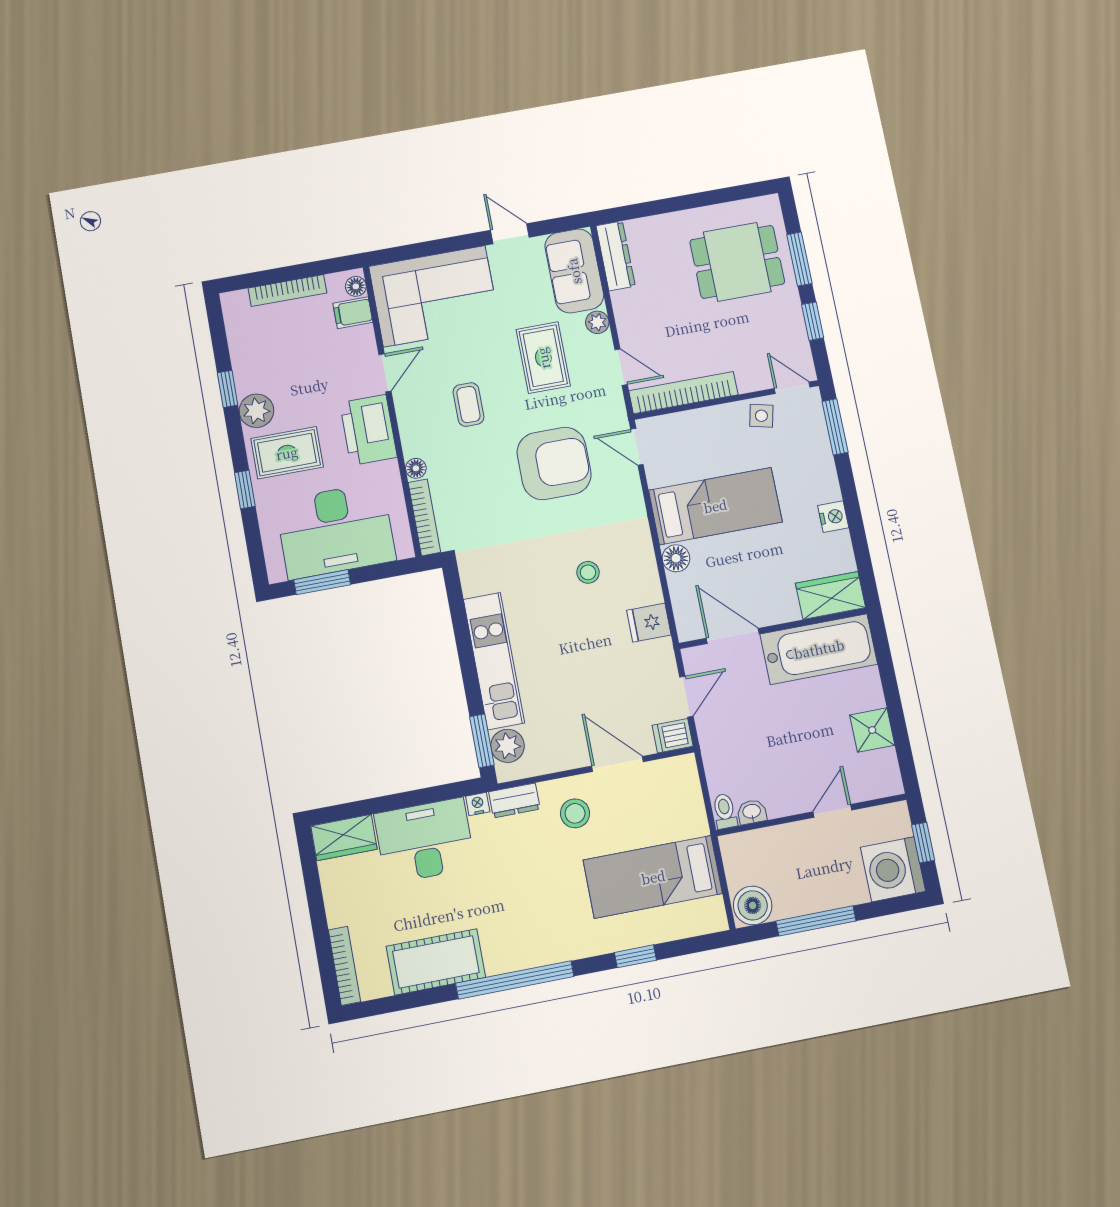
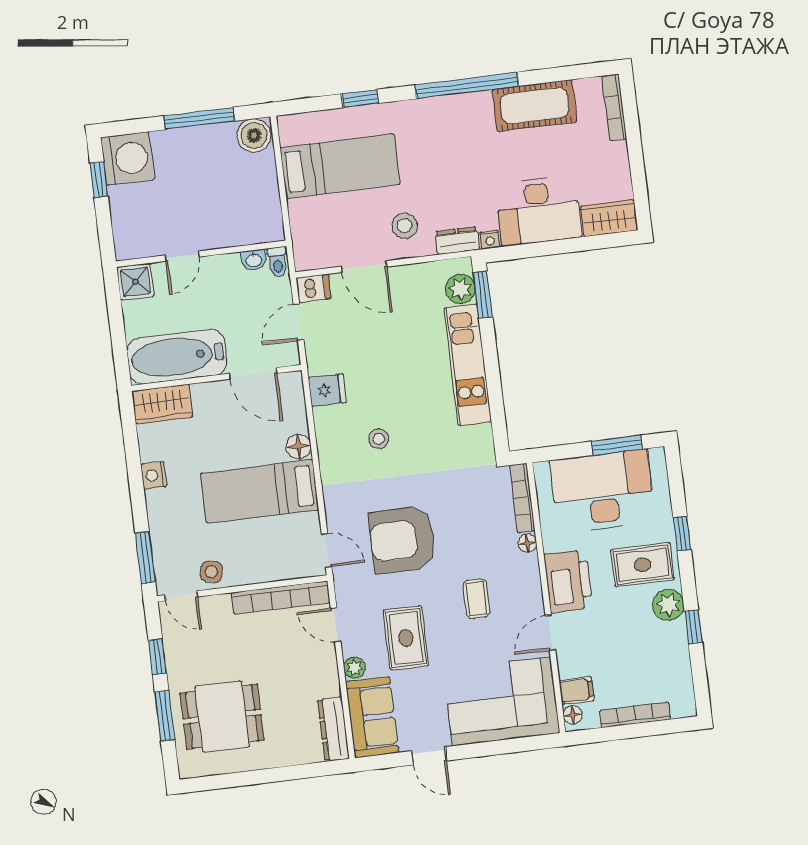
toilet: (725, 811) -> (278, 262), moved
door: (832, 811) -> (182, 256), moved
washbasin: (752, 812) -> (254, 260), moved
wall: (811, 815) -> (201, 254), moved

